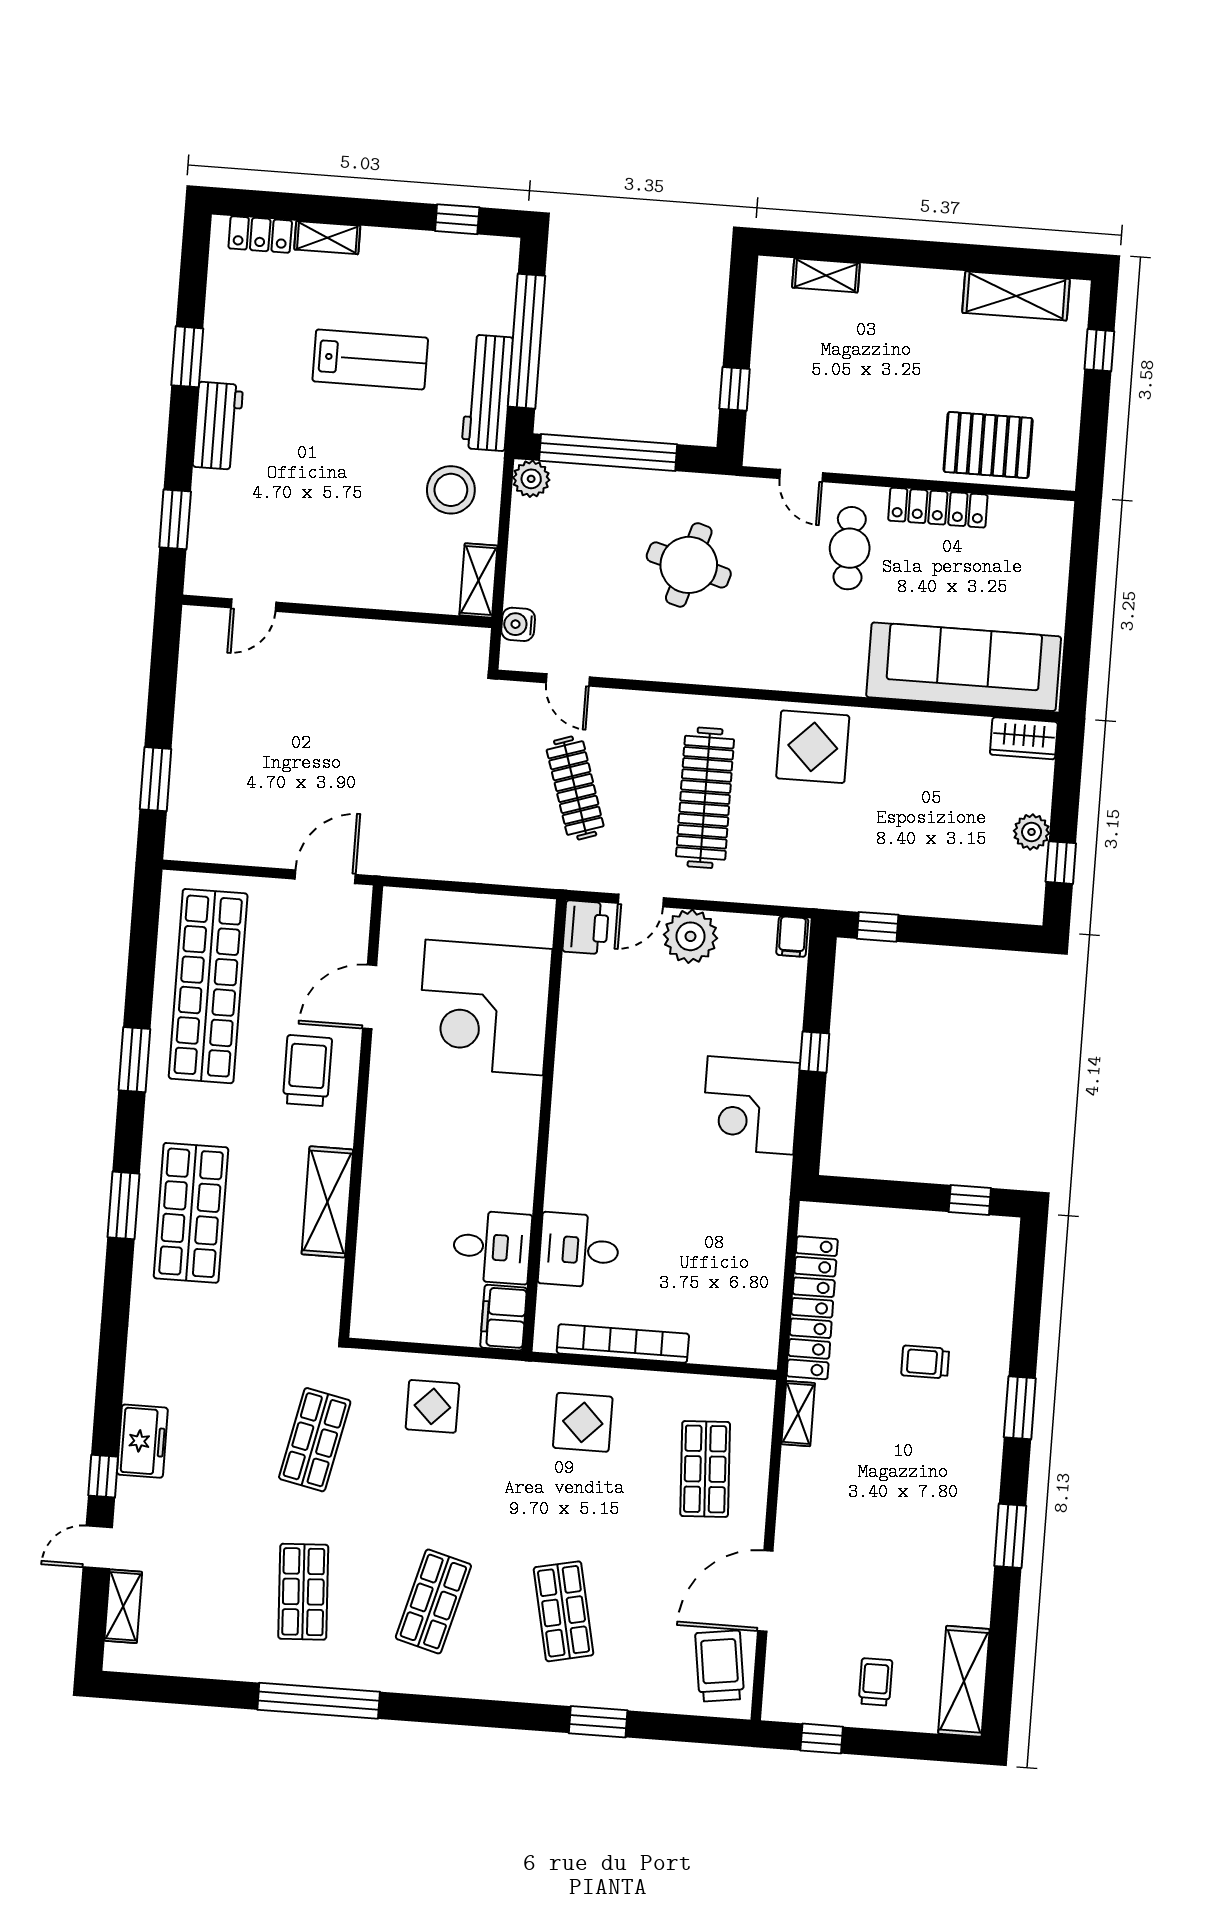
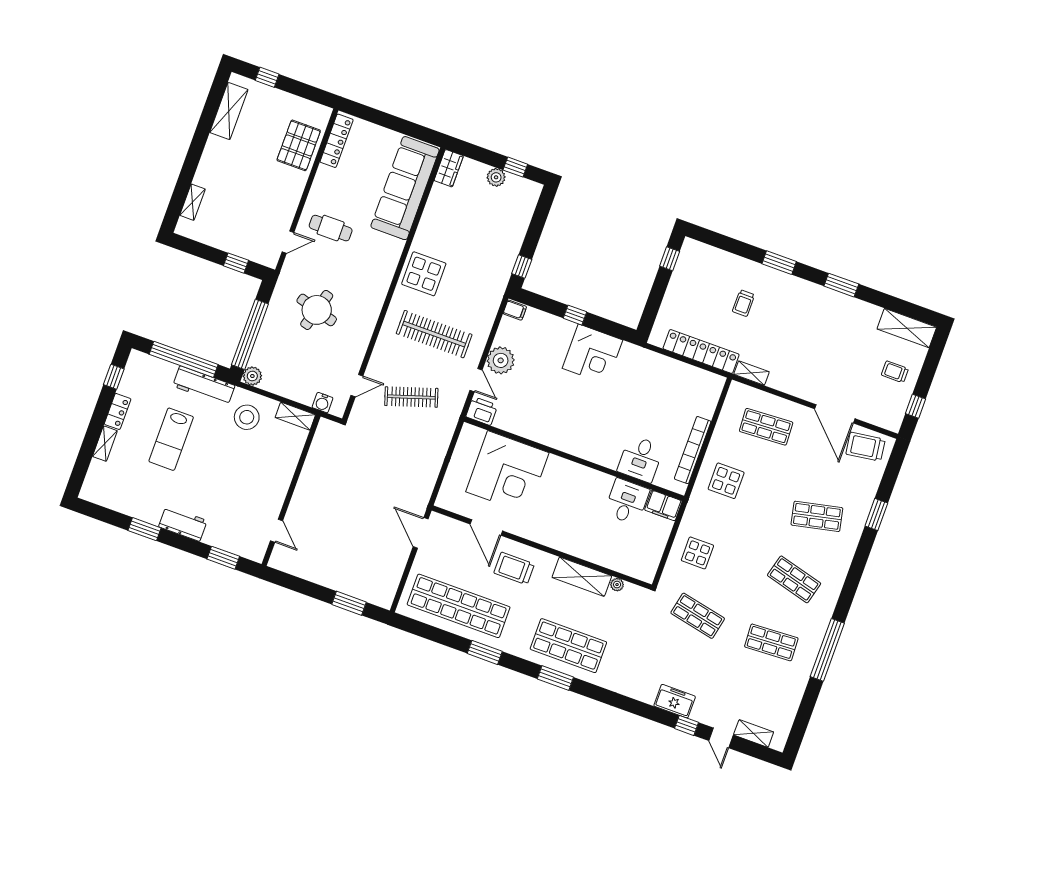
locker: (260, 234) -> (118, 411), moved
lab bench: (370, 360) -> (171, 439), turned 180
locker: (938, 508) -> (337, 141), moved
plant: (331, 1272) -> (617, 585), added

